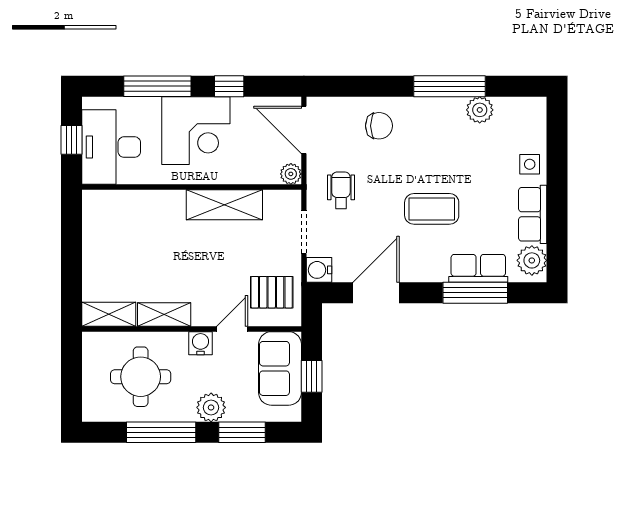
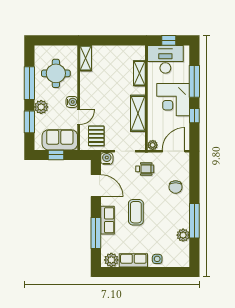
row of seats: (478, 268) -> (108, 220), moved
shelving: (164, 314) -> (139, 73), moved
door: (232, 329) -> (79, 117), hinge flipped

